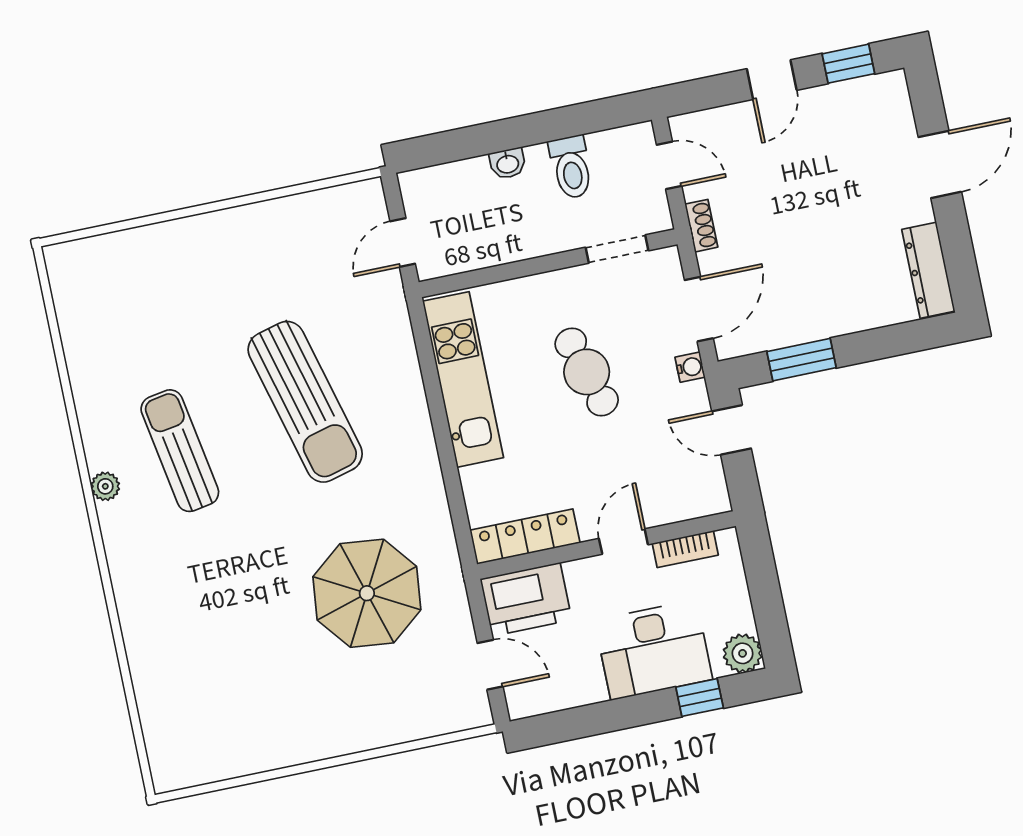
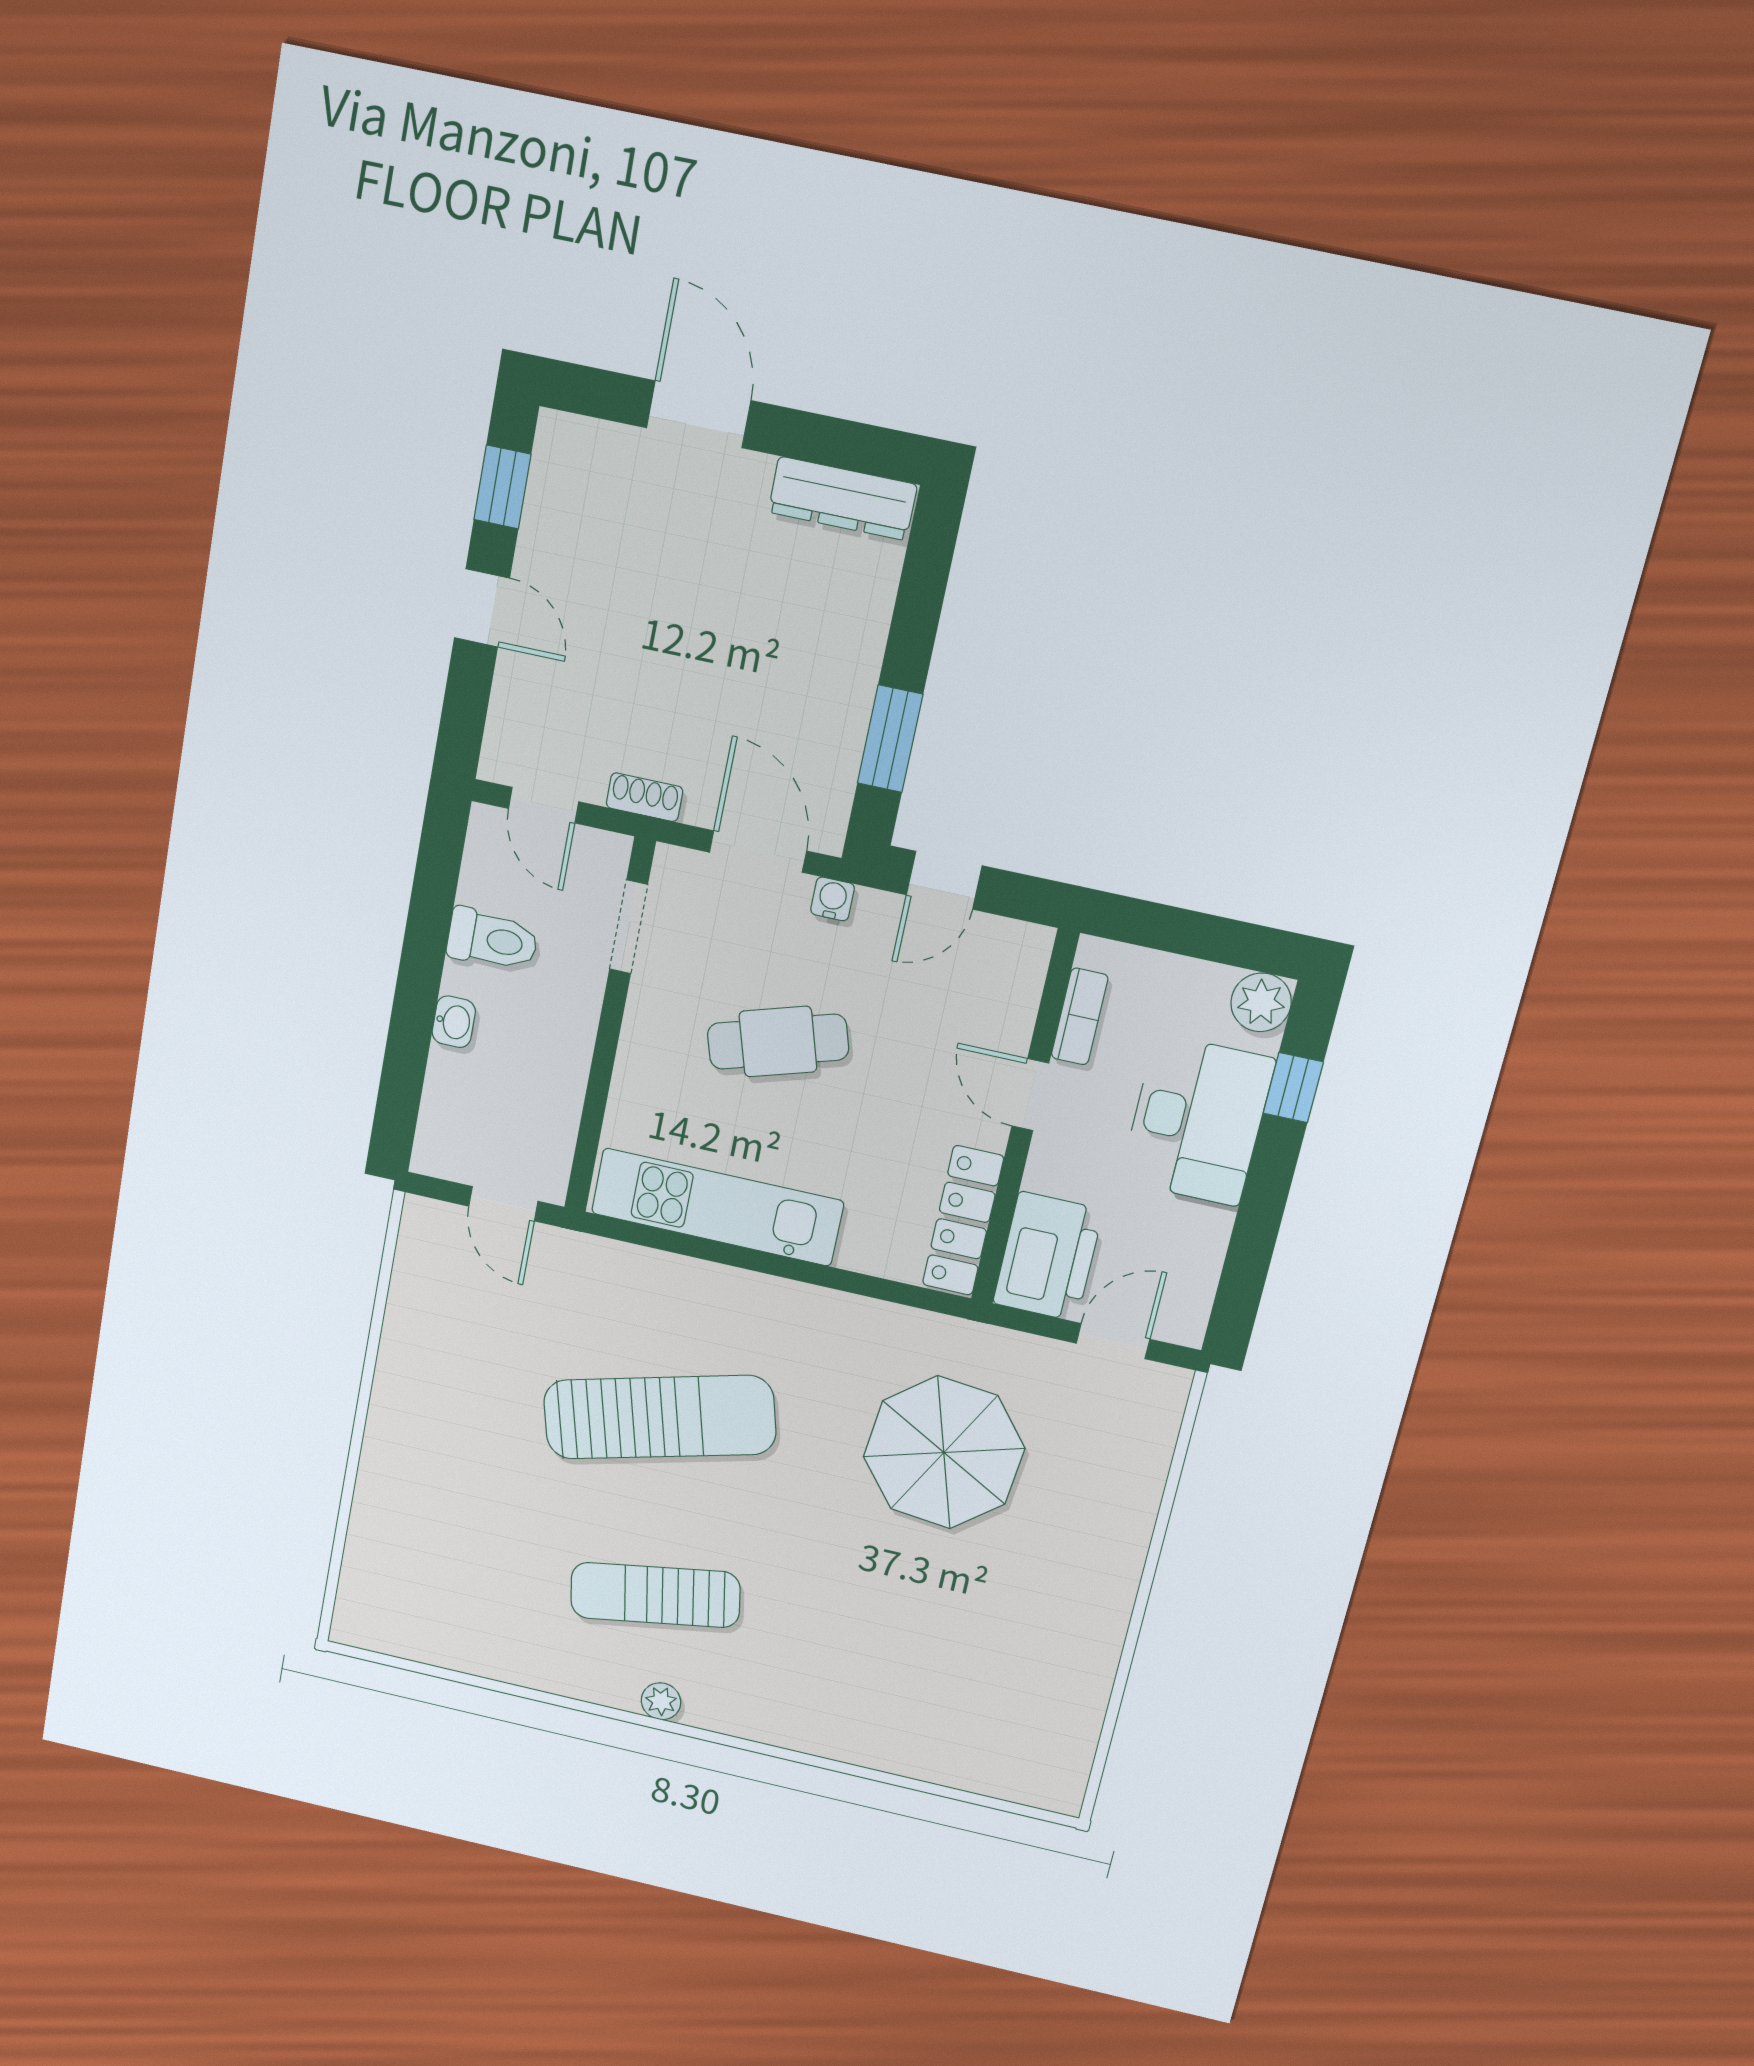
door: (669, 165) -> (544, 805), swing flipped

